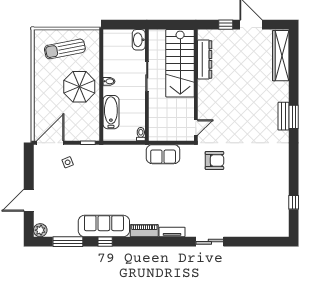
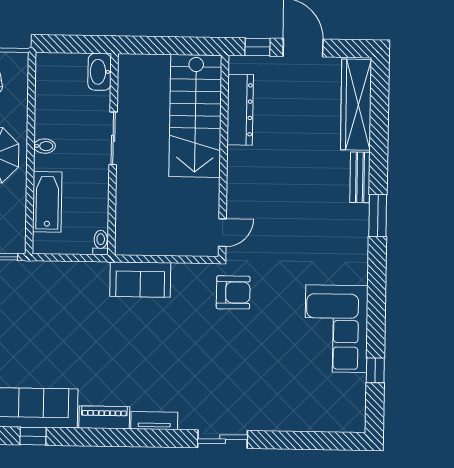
dresser: (205, 59) -> (240, 110), moved
stairs: (180, 63) -> (195, 116), moved
wall: (196, 85) -> (224, 156), moved
bench: (283, 116) -> (360, 177), moved
door: (196, 128) -> (222, 233), moved
corner sofa: (272, 180) -> (336, 329), added

